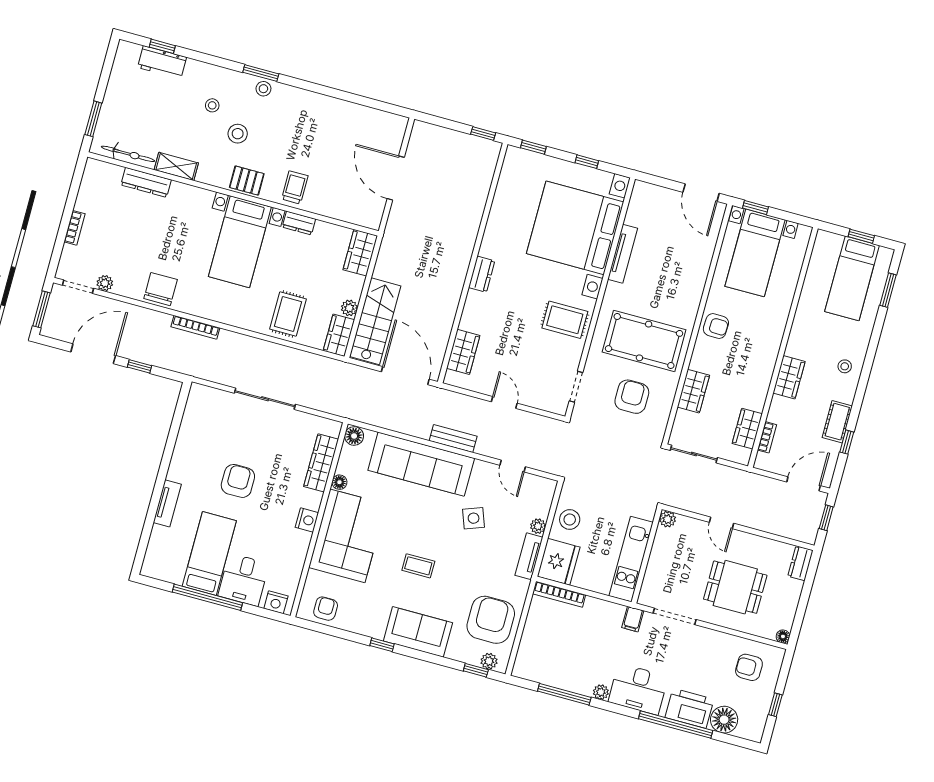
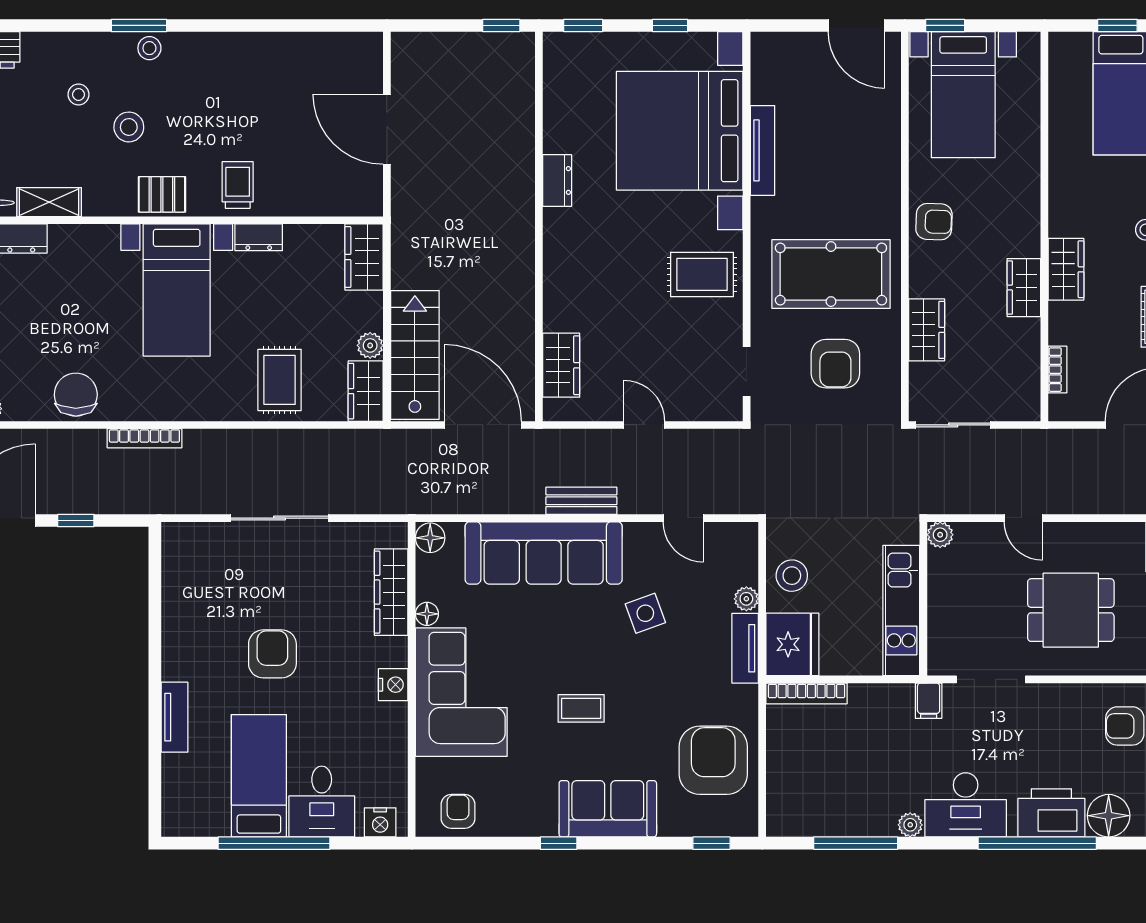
dresser: (482, 274) -> (557, 180), moved
armchair: (632, 397) -> (835, 364), turned 180
wardrobe: (747, 429) -> (1024, 288), moved
plant: (489, 661) -> (728, 824), removed

